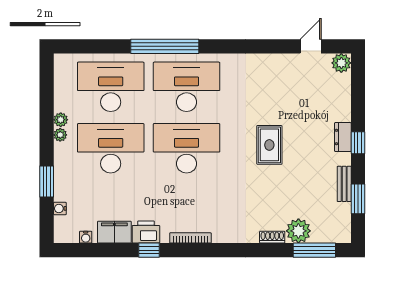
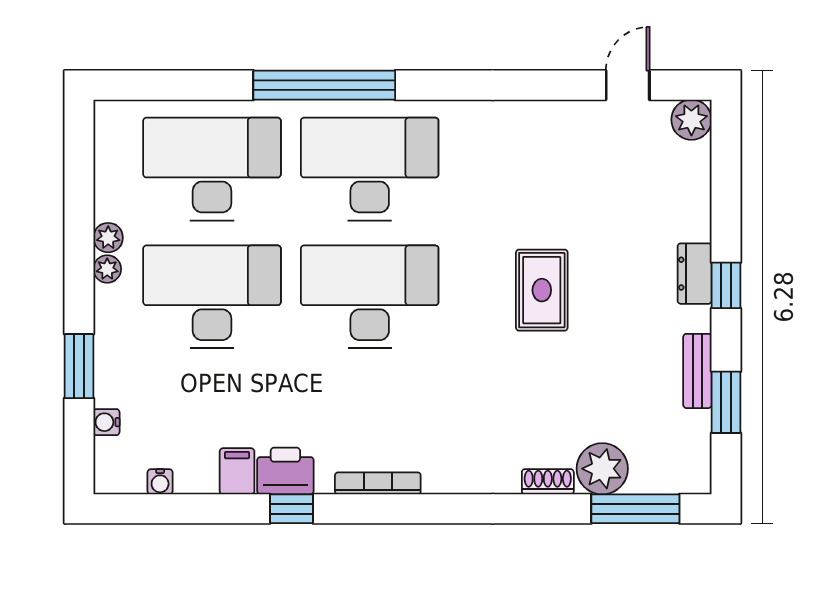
filing cabinet: (114, 232) -> (237, 471), width x0.50

